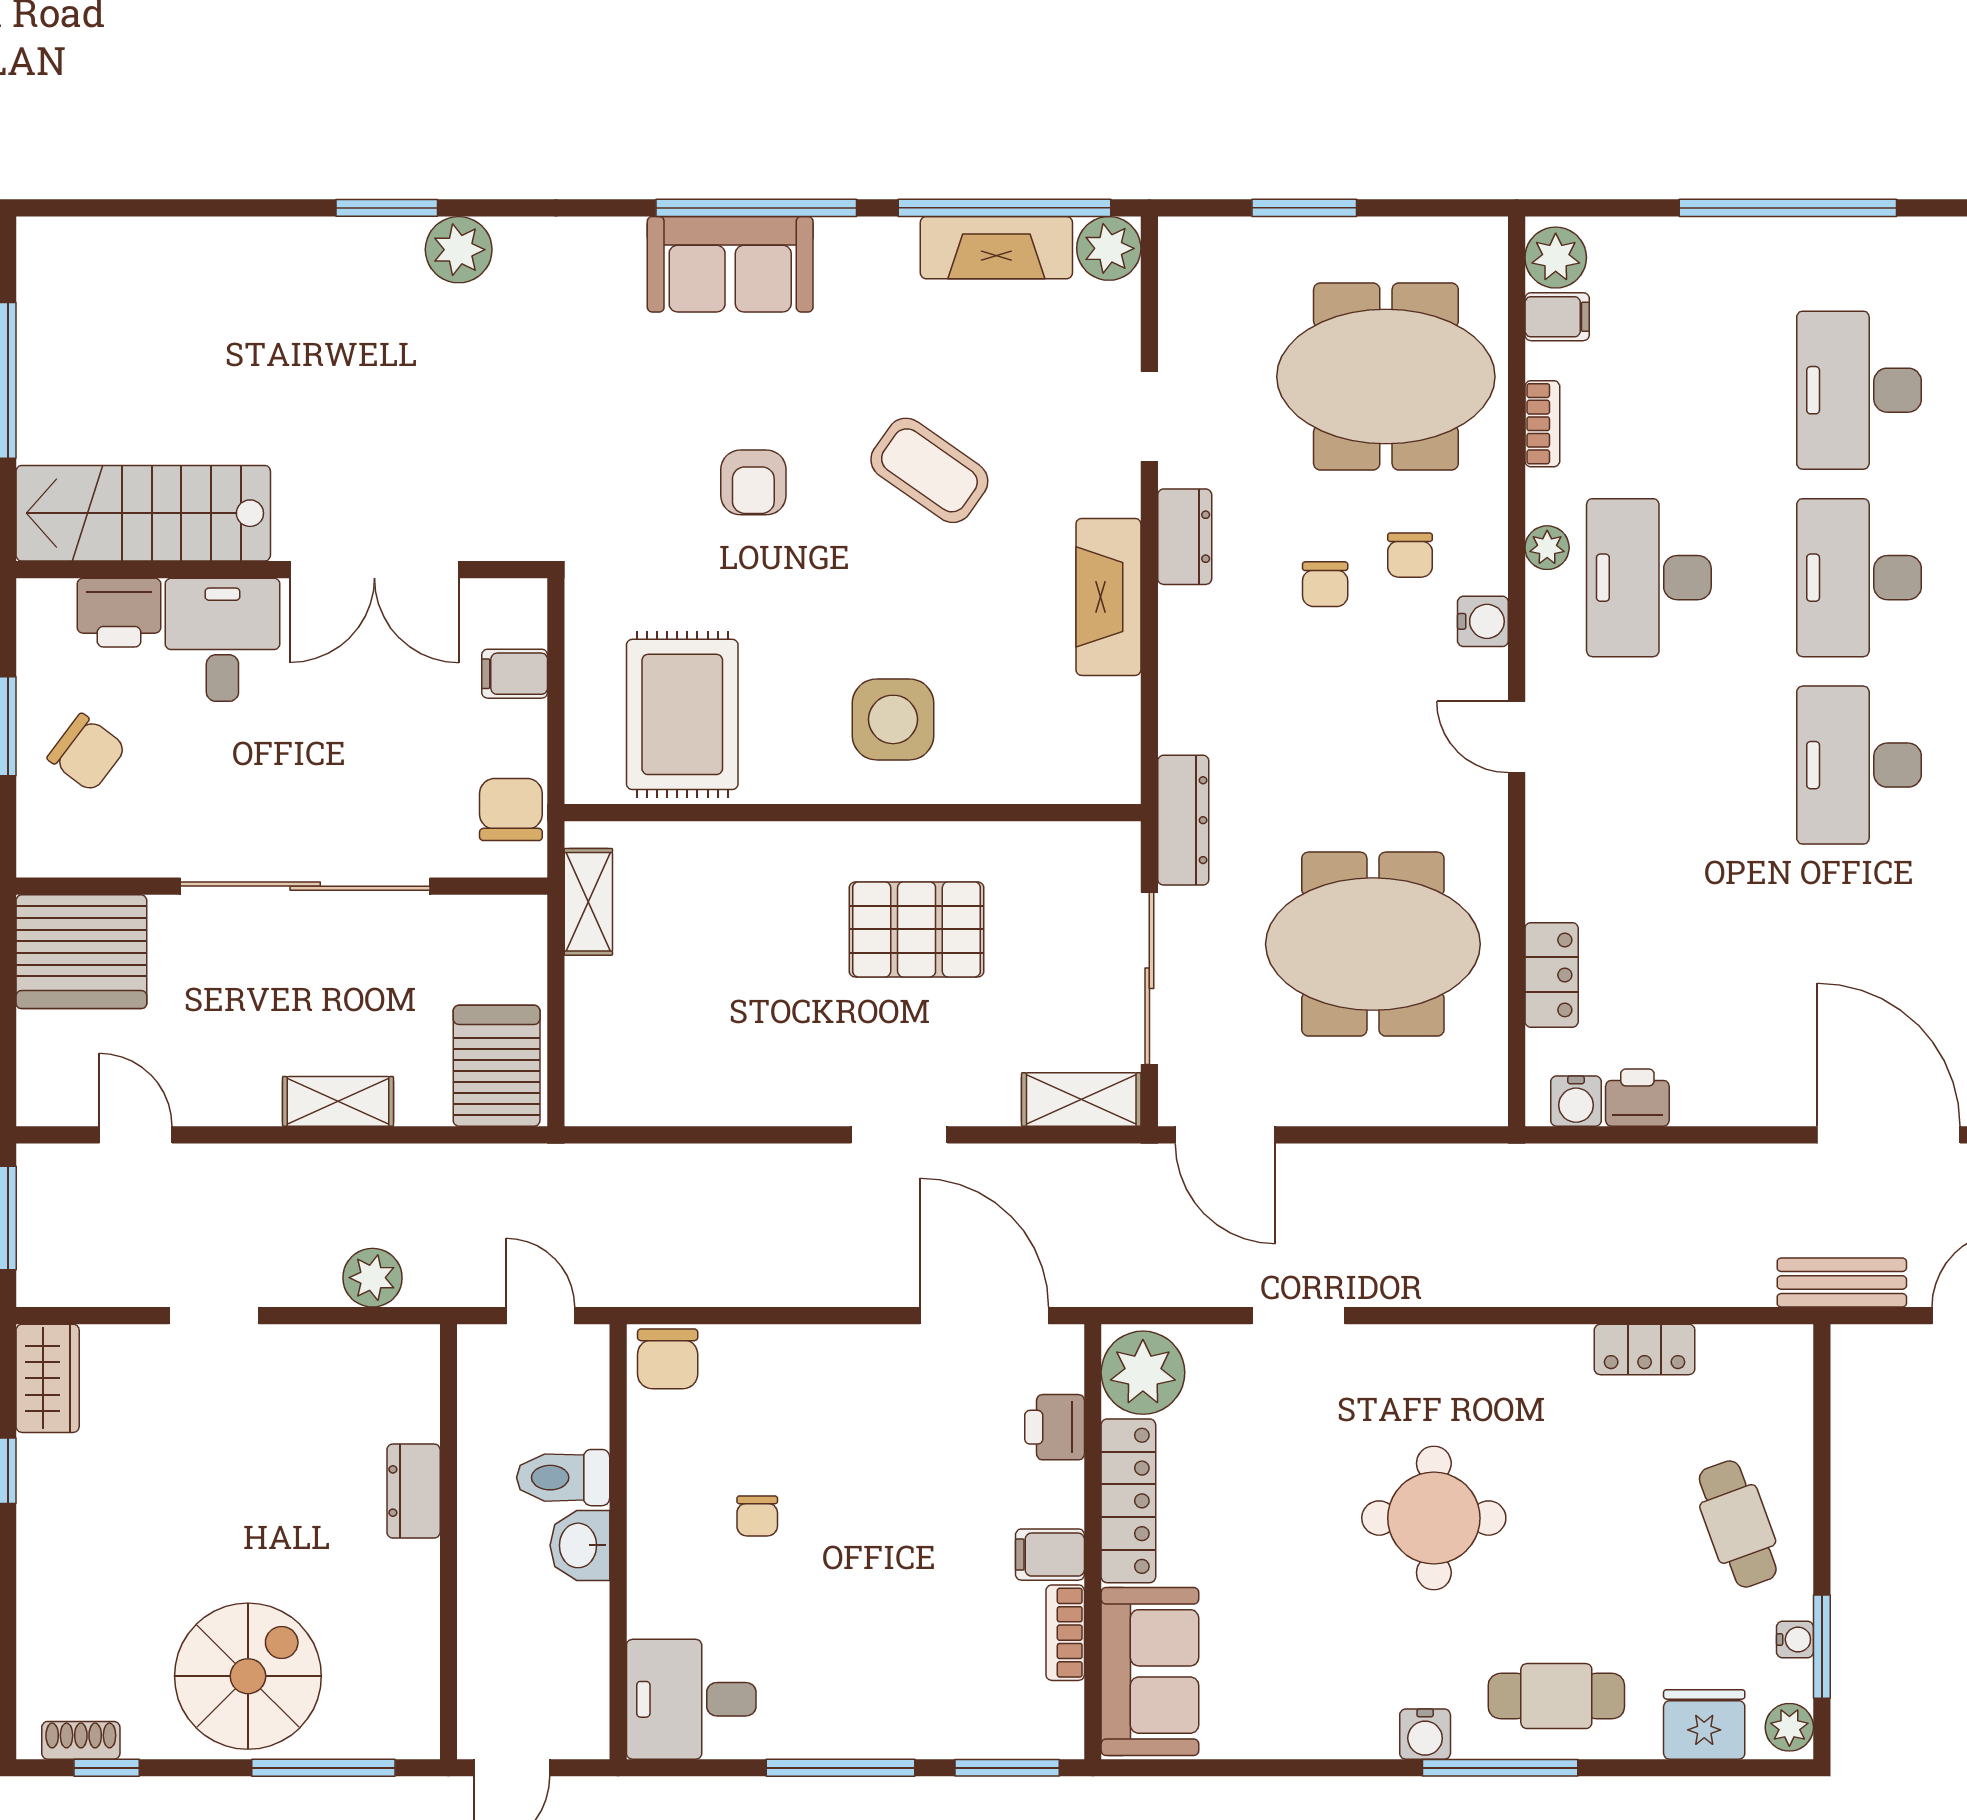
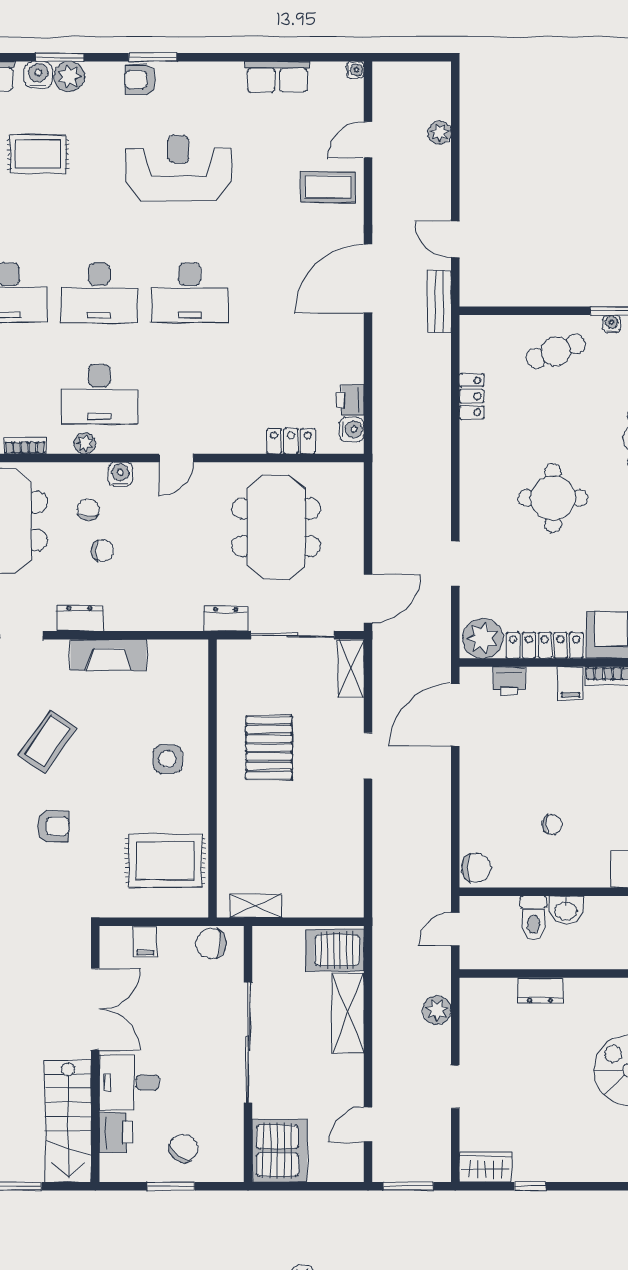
chair: (1410, 555) -> (88, 510), turned -90
side table: (893, 719) -> (168, 759), width x0.73, depth x0.73
dresser: (1183, 820) -> (226, 619), width x0.70
shelving: (338, 1101) -> (348, 1013), width x1.50, depth x1.33

